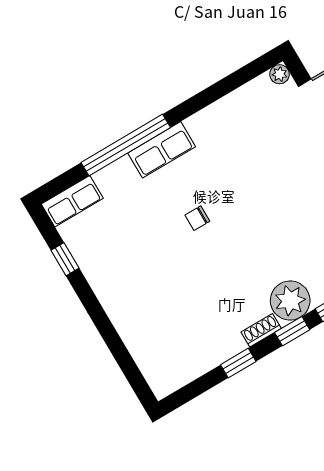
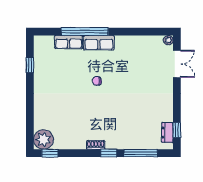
row of seats: (72, 201) -> (69, 42), moved
plant: (290, 301) -> (43, 140), moved
window: (238, 363) -> (50, 153), moved

